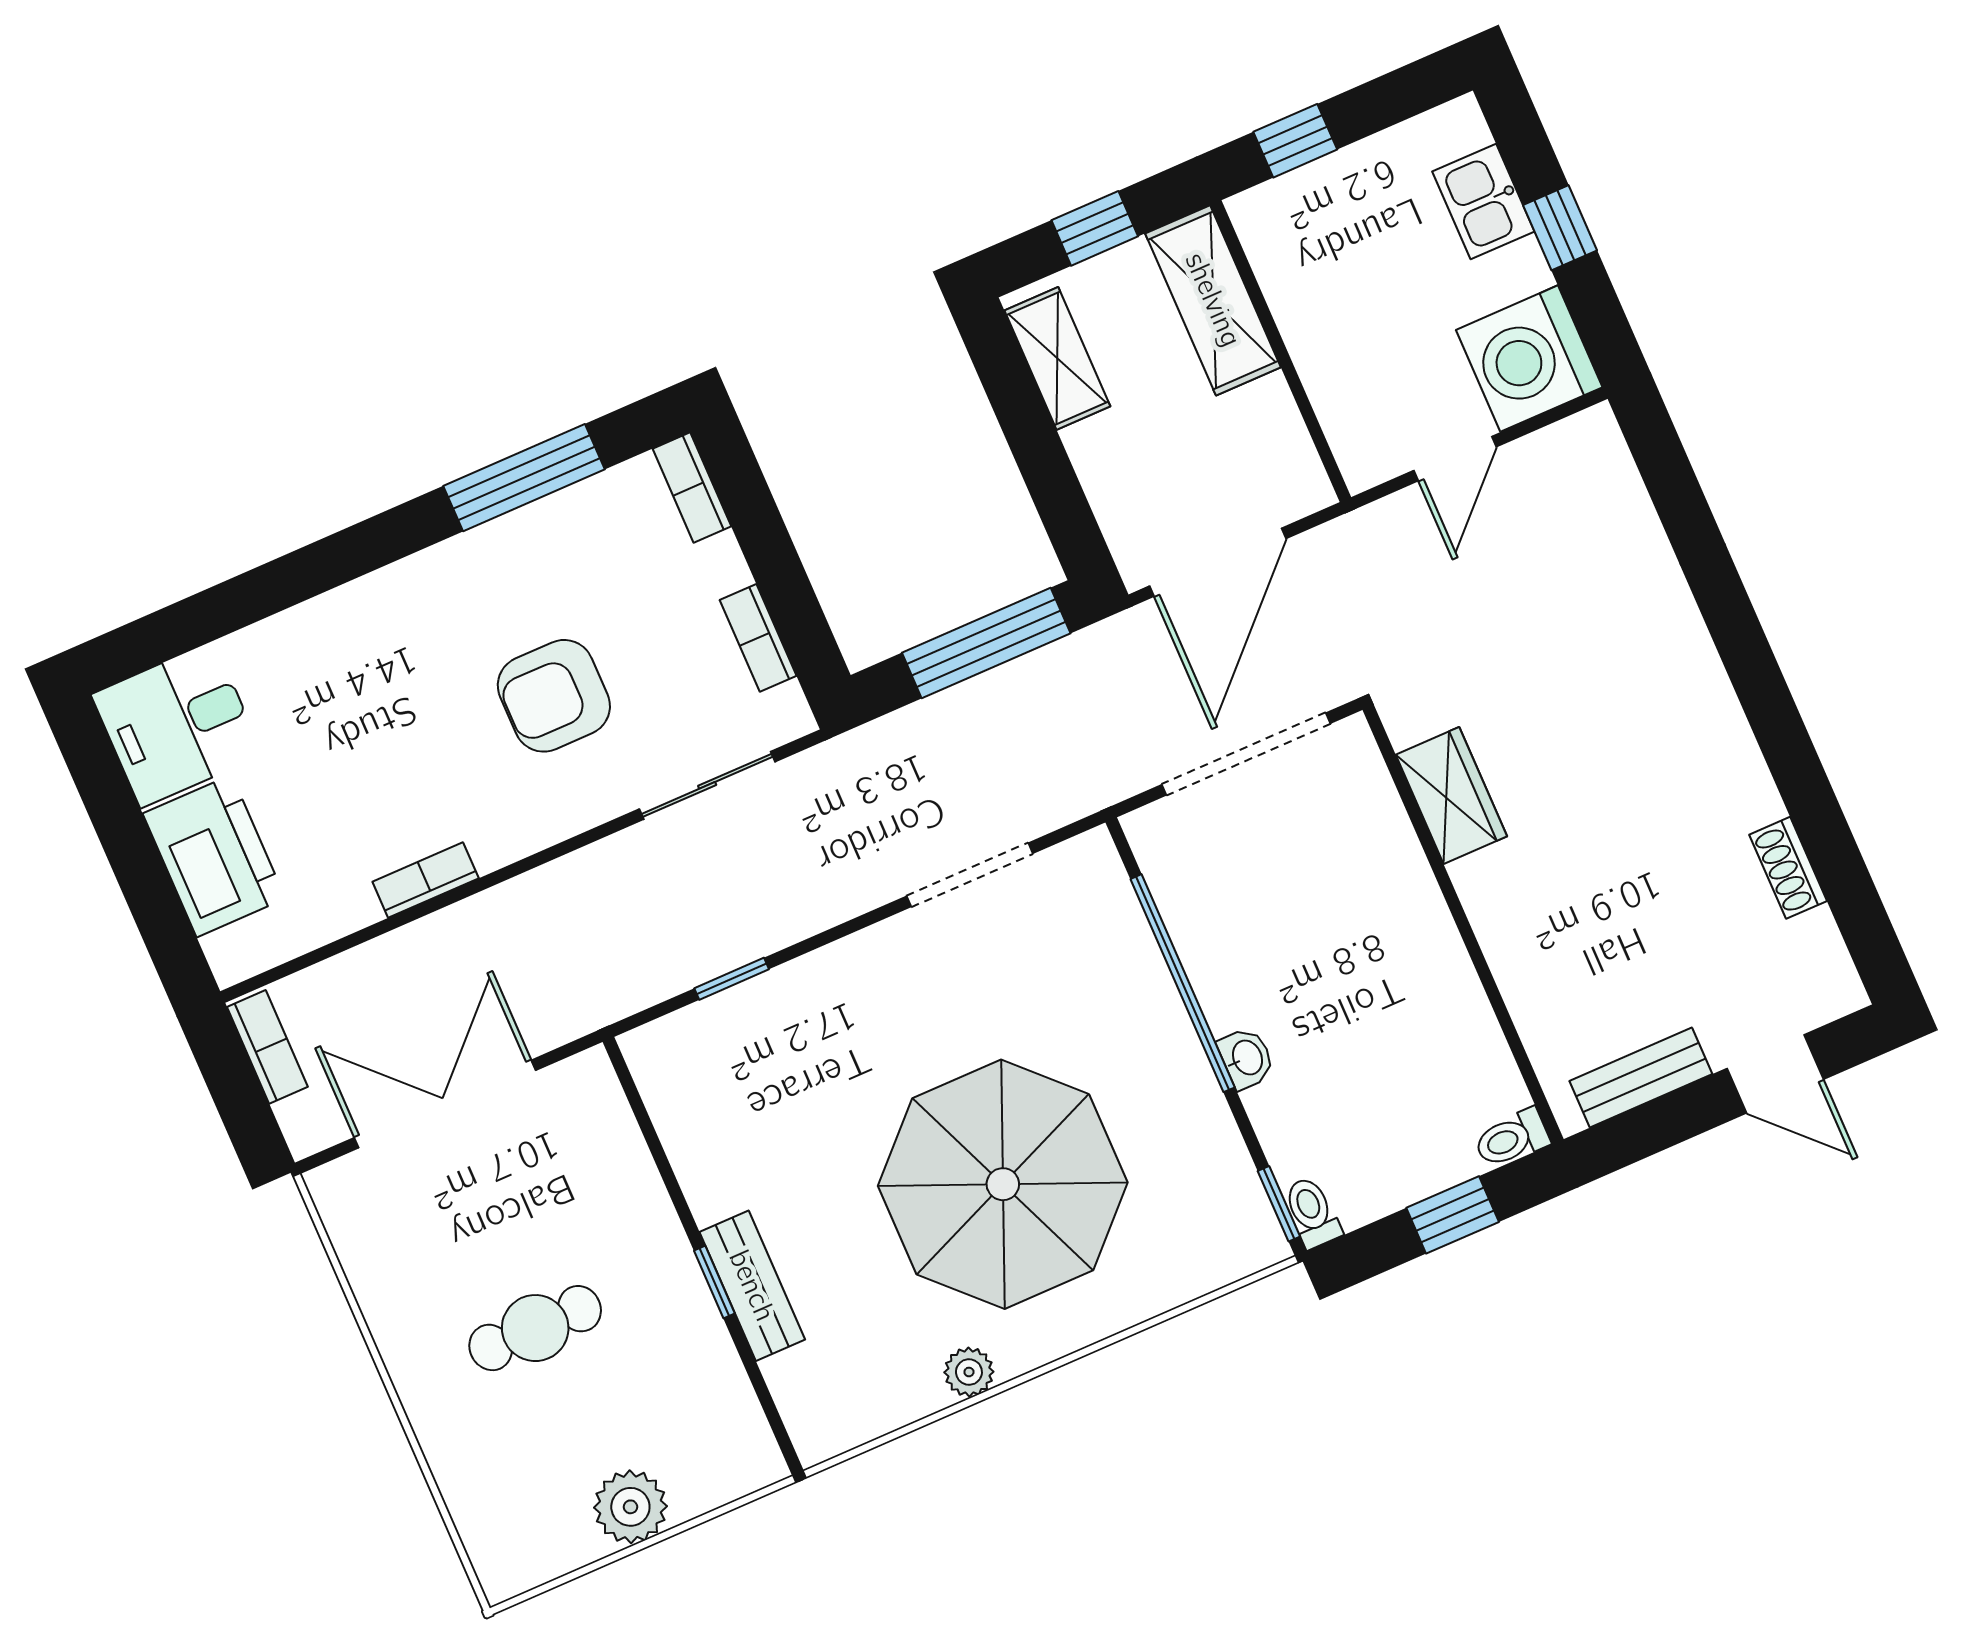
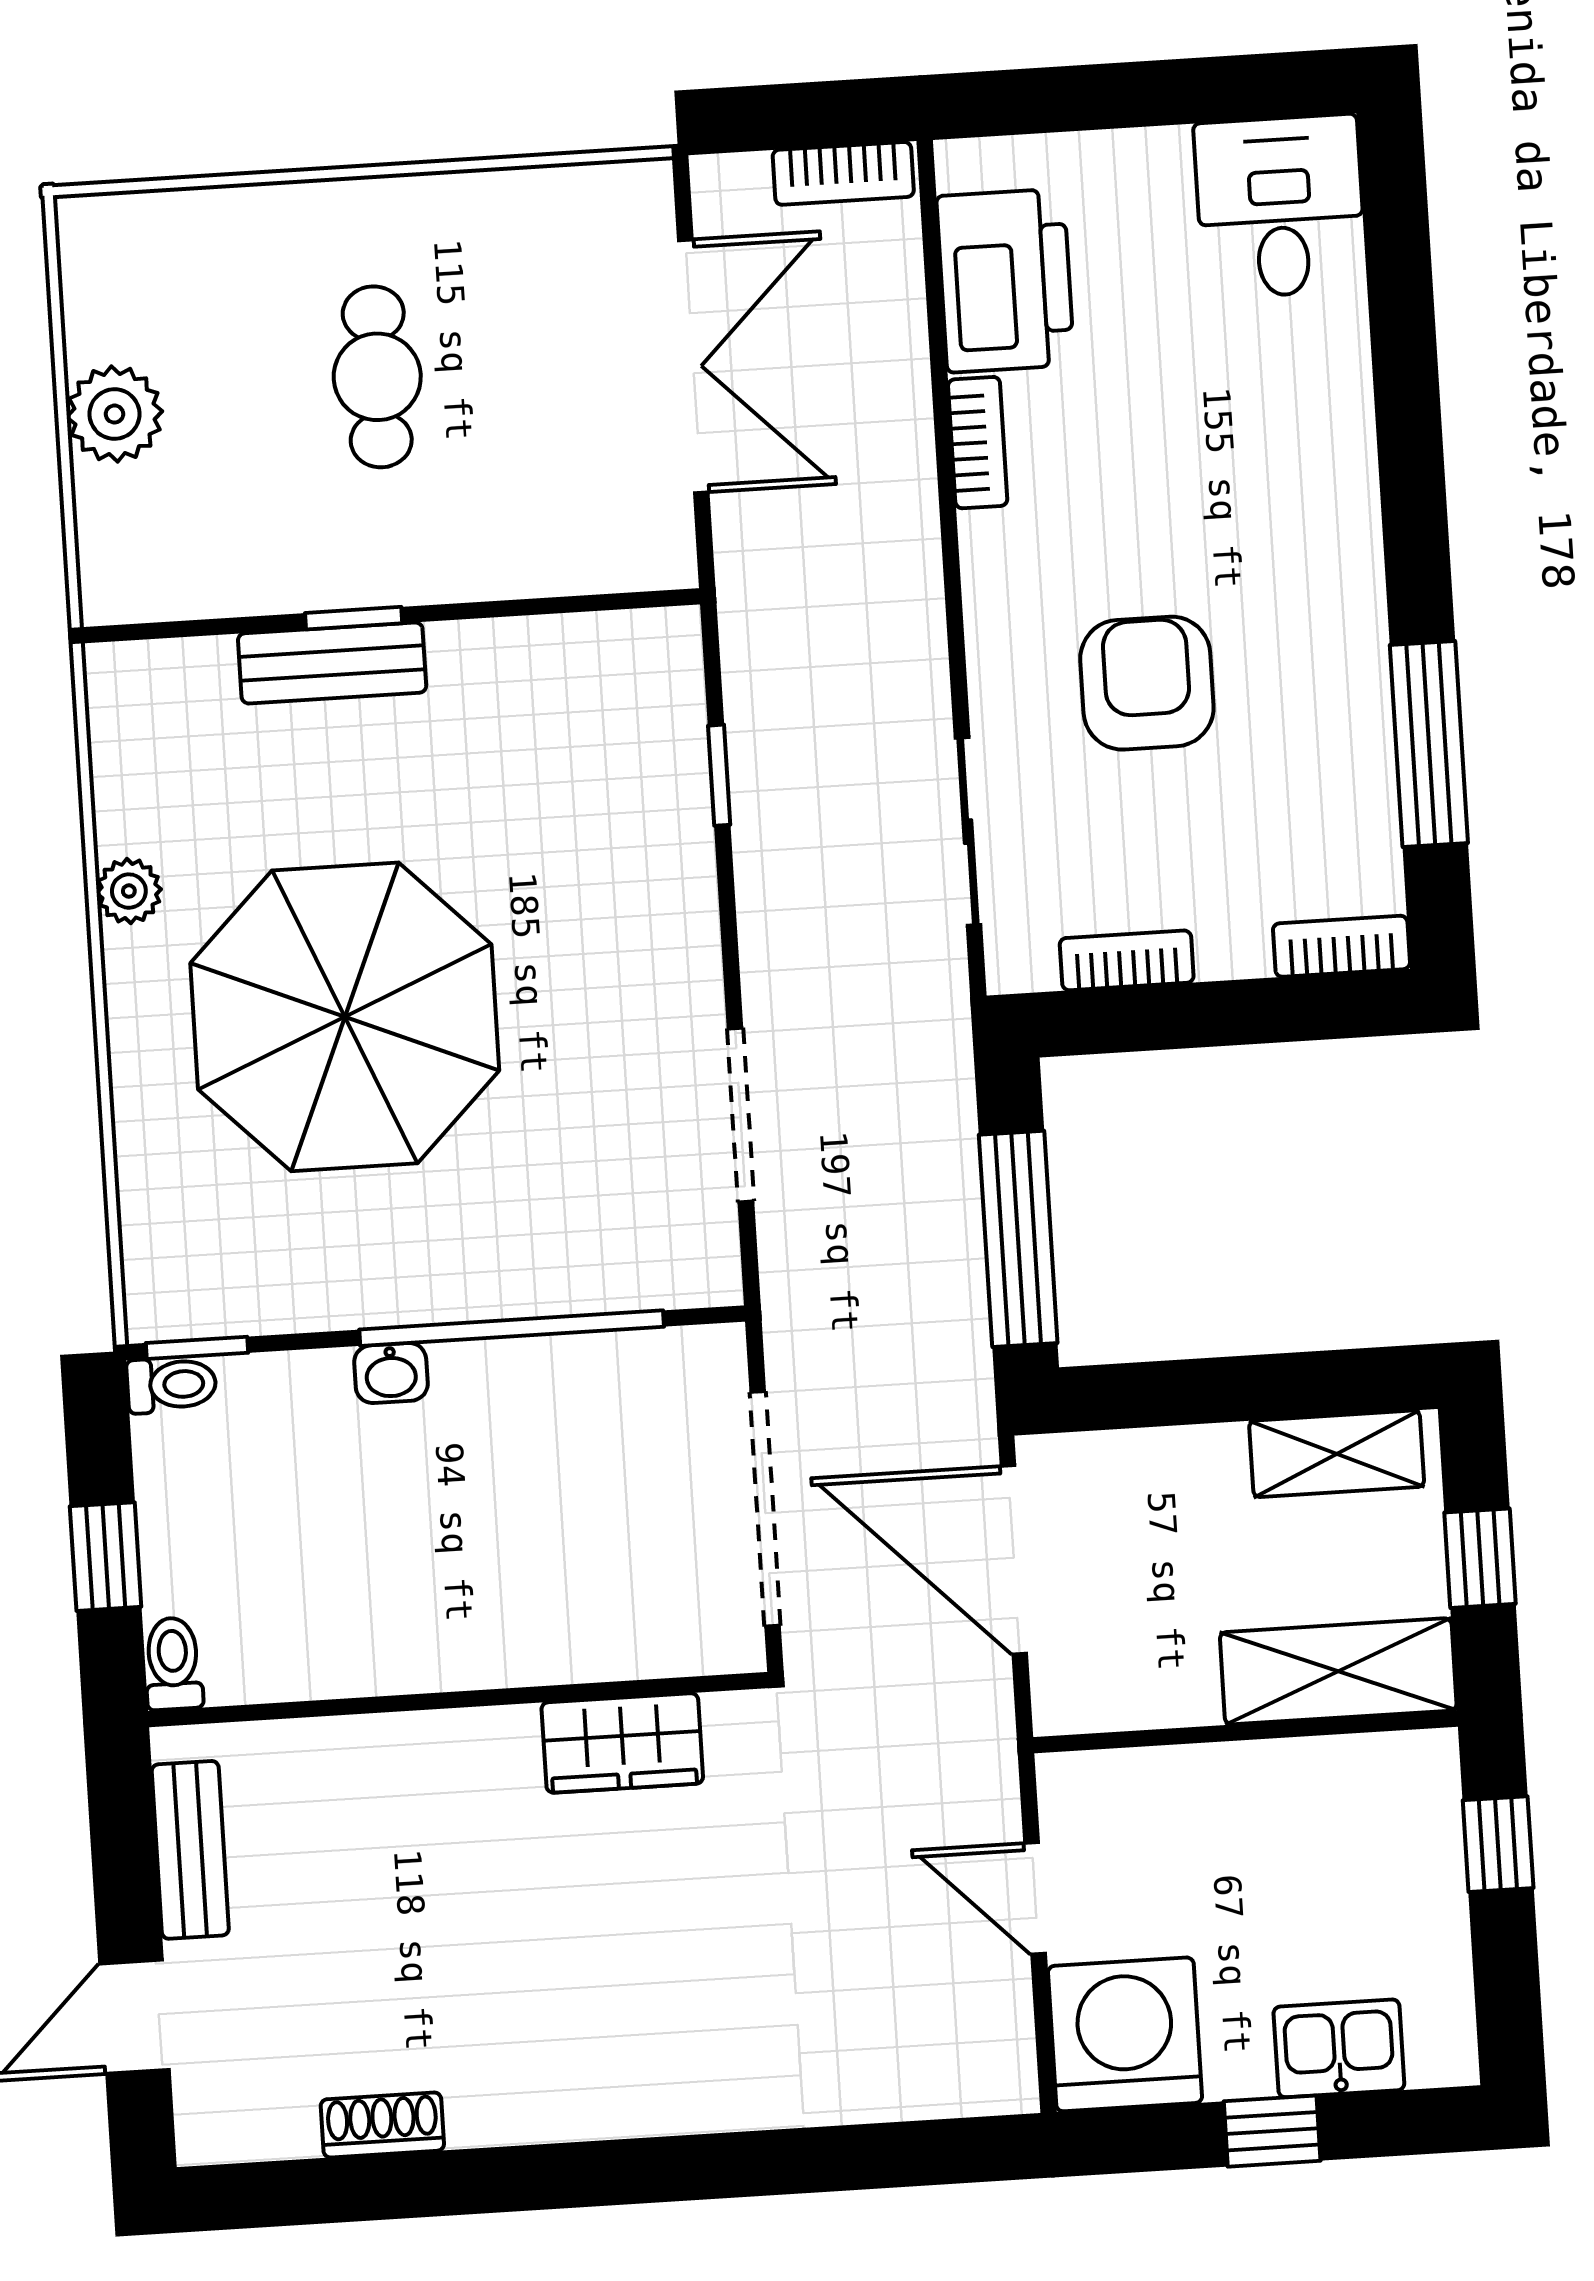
printer: (214, 856) -> (1005, 281), moved, turned -90

